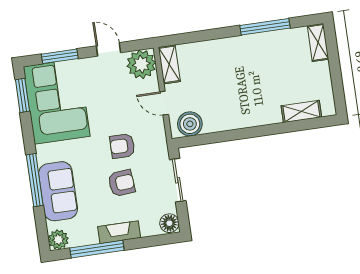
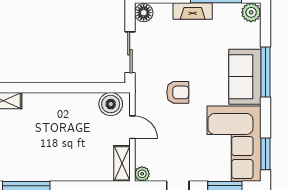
plant: (141, 64) -> (142, 174), width x0.53, depth x0.53
armchair: (121, 183) -> (184, 57), removed
sofa: (58, 191) -> (245, 77), moved

